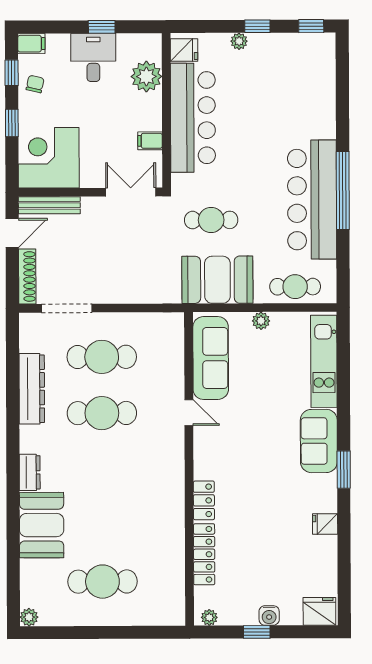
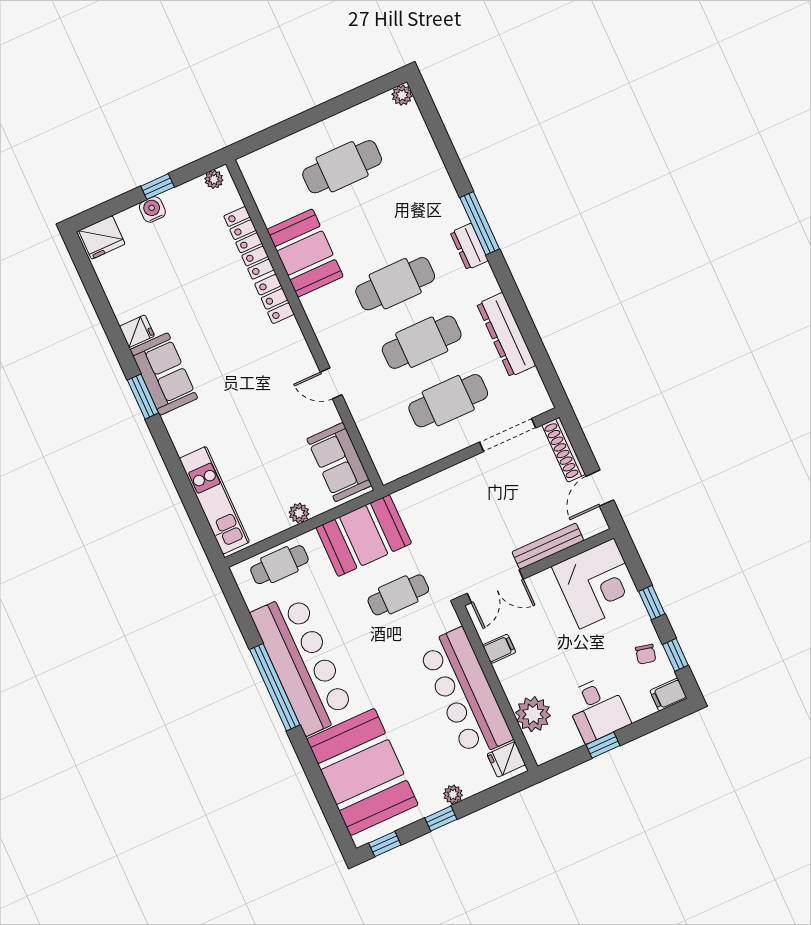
booth: (303, 92) -> (362, 772), added
bench: (49, 205) -> (548, 546), moved
sofa: (211, 358) -> (339, 462), width x0.73
sofa: (319, 441) -> (164, 374), moved
cafe table: (102, 469) -> (395, 284), added
window: (13, 487) -> (480, 223), added
booth: (42, 525) -> (305, 253), moved

